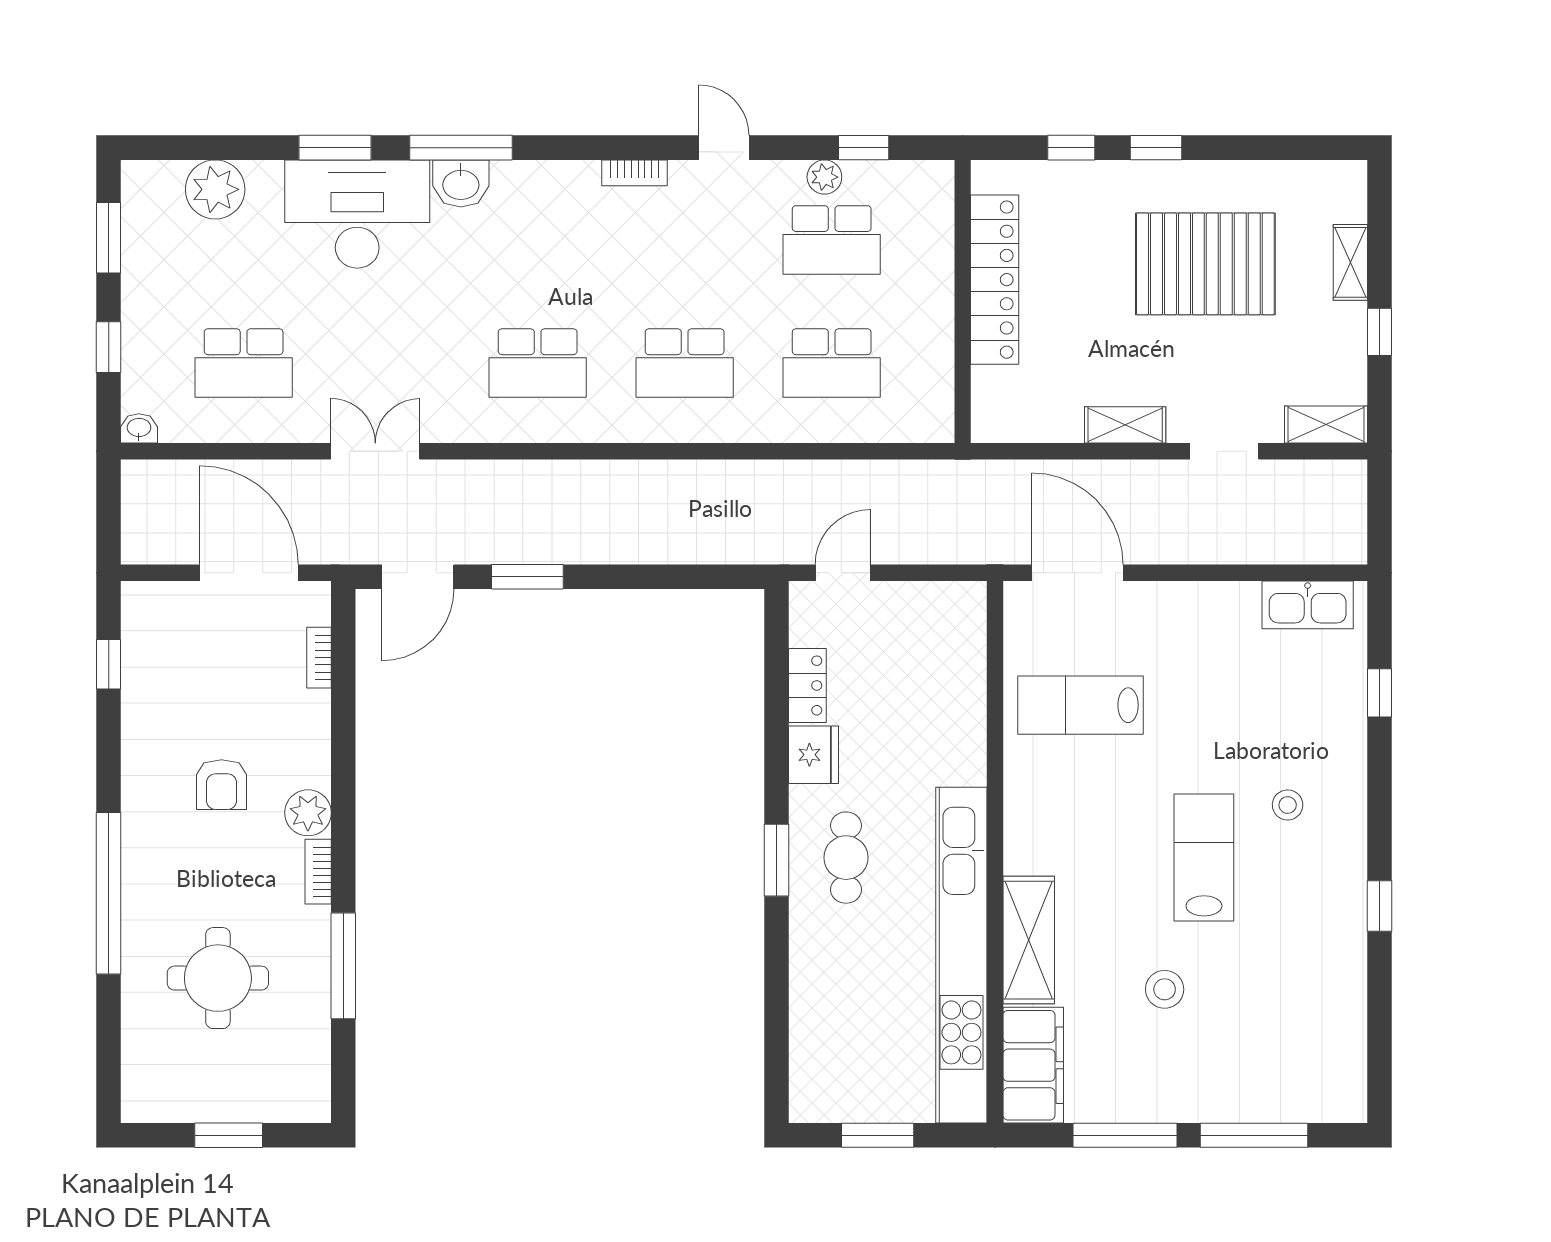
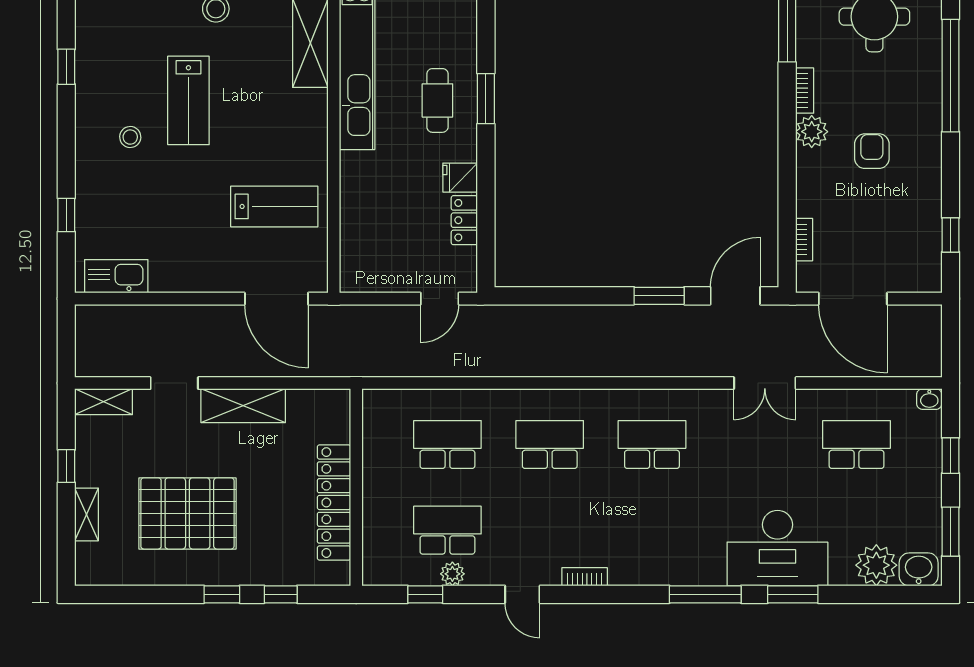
washbasin: (461, 183) -> (919, 569), moved
shelving: (1125, 425) -> (243, 406), width x1.50, depth x1.33
fridge: (813, 755) -> (460, 178), width x0.72

